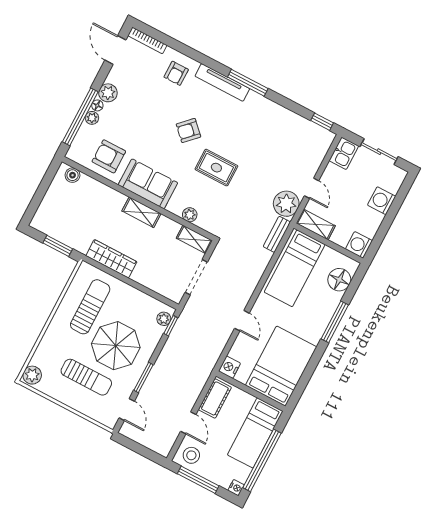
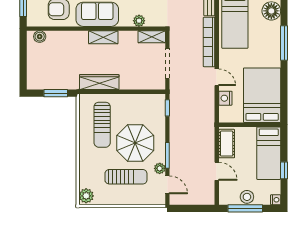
bookcase: (254, 278) -> (209, 42), added
sun lounger: (90, 307) -> (102, 125), turned 180
plant: (164, 319) -> (160, 168), moved
nightstand: (230, 367) -> (225, 98), moved
stool: (191, 455) -> (247, 197), moved
window: (262, 460) -> (284, 170), width x0.32

